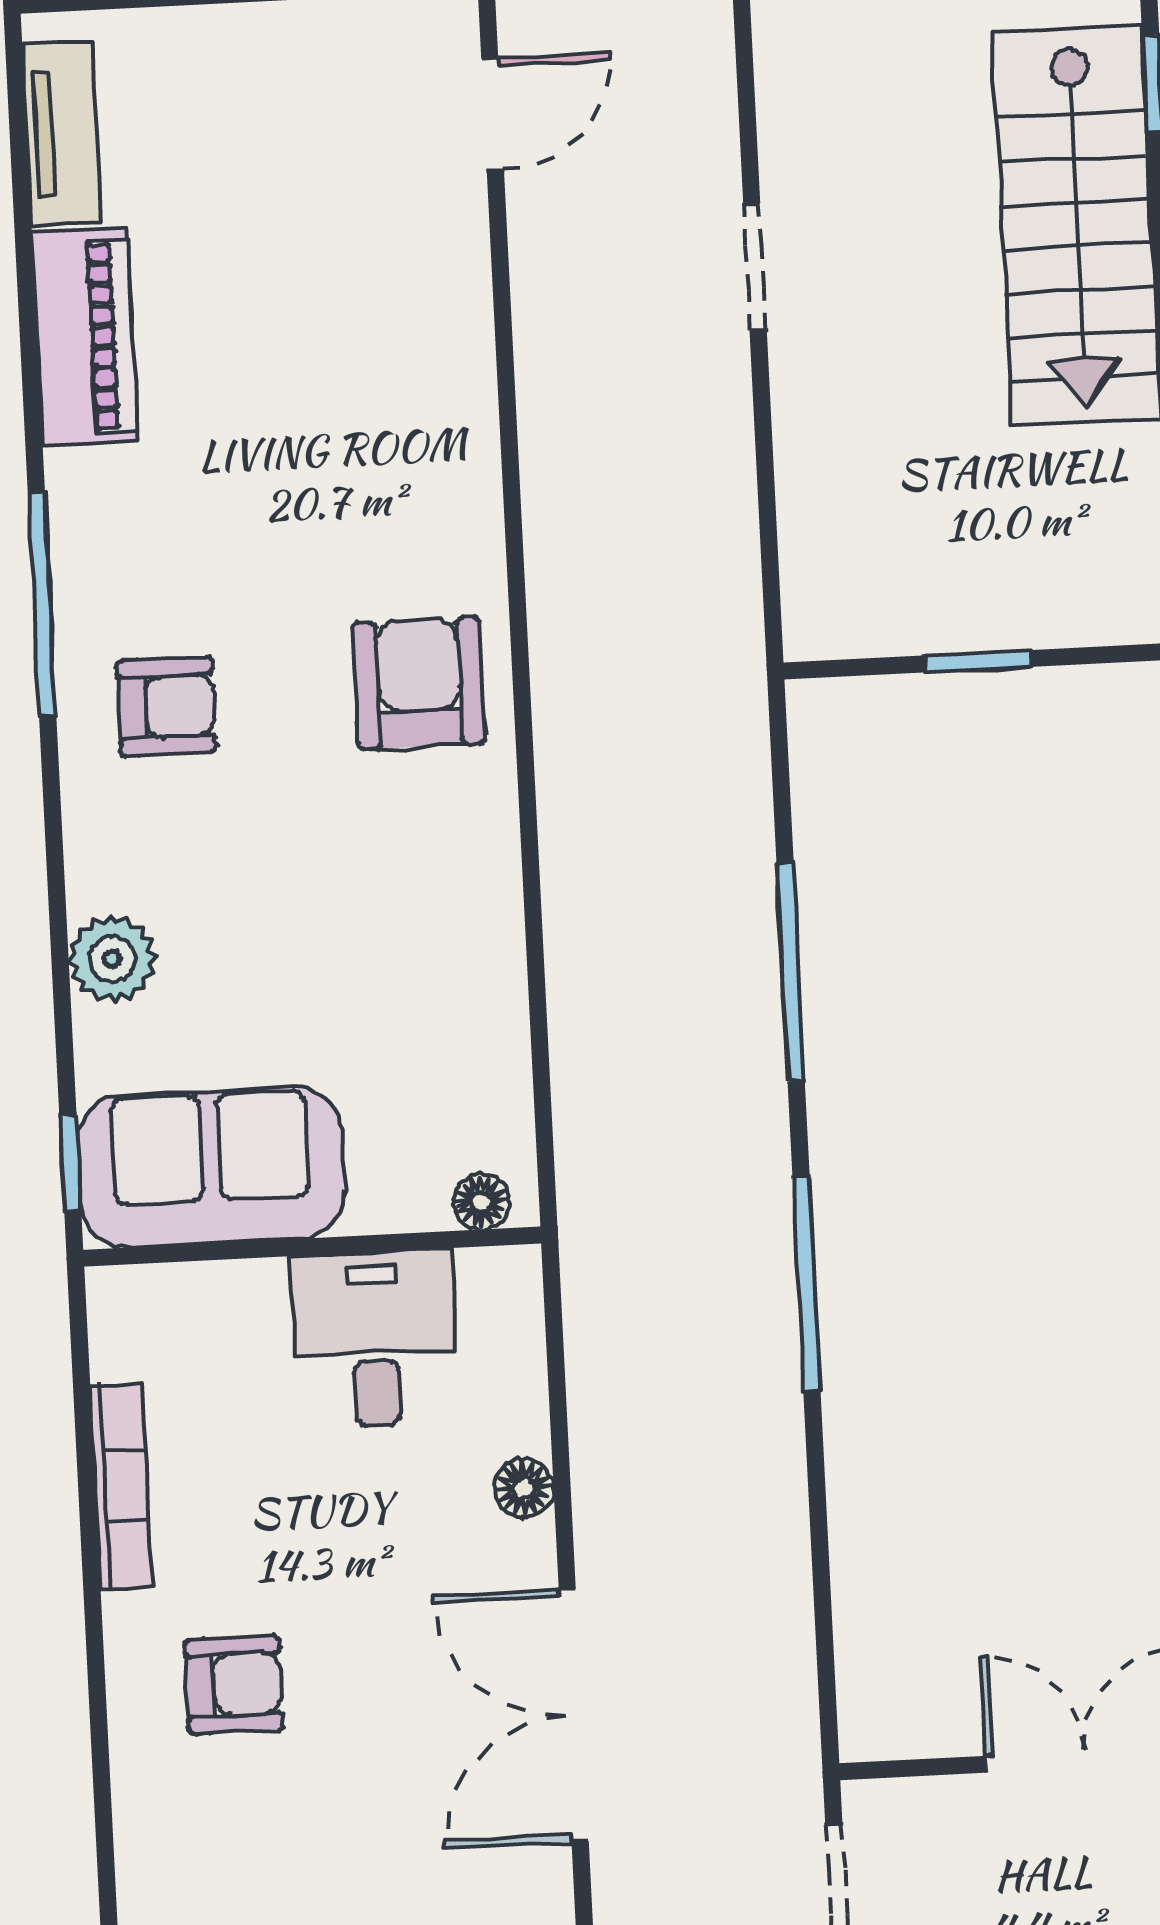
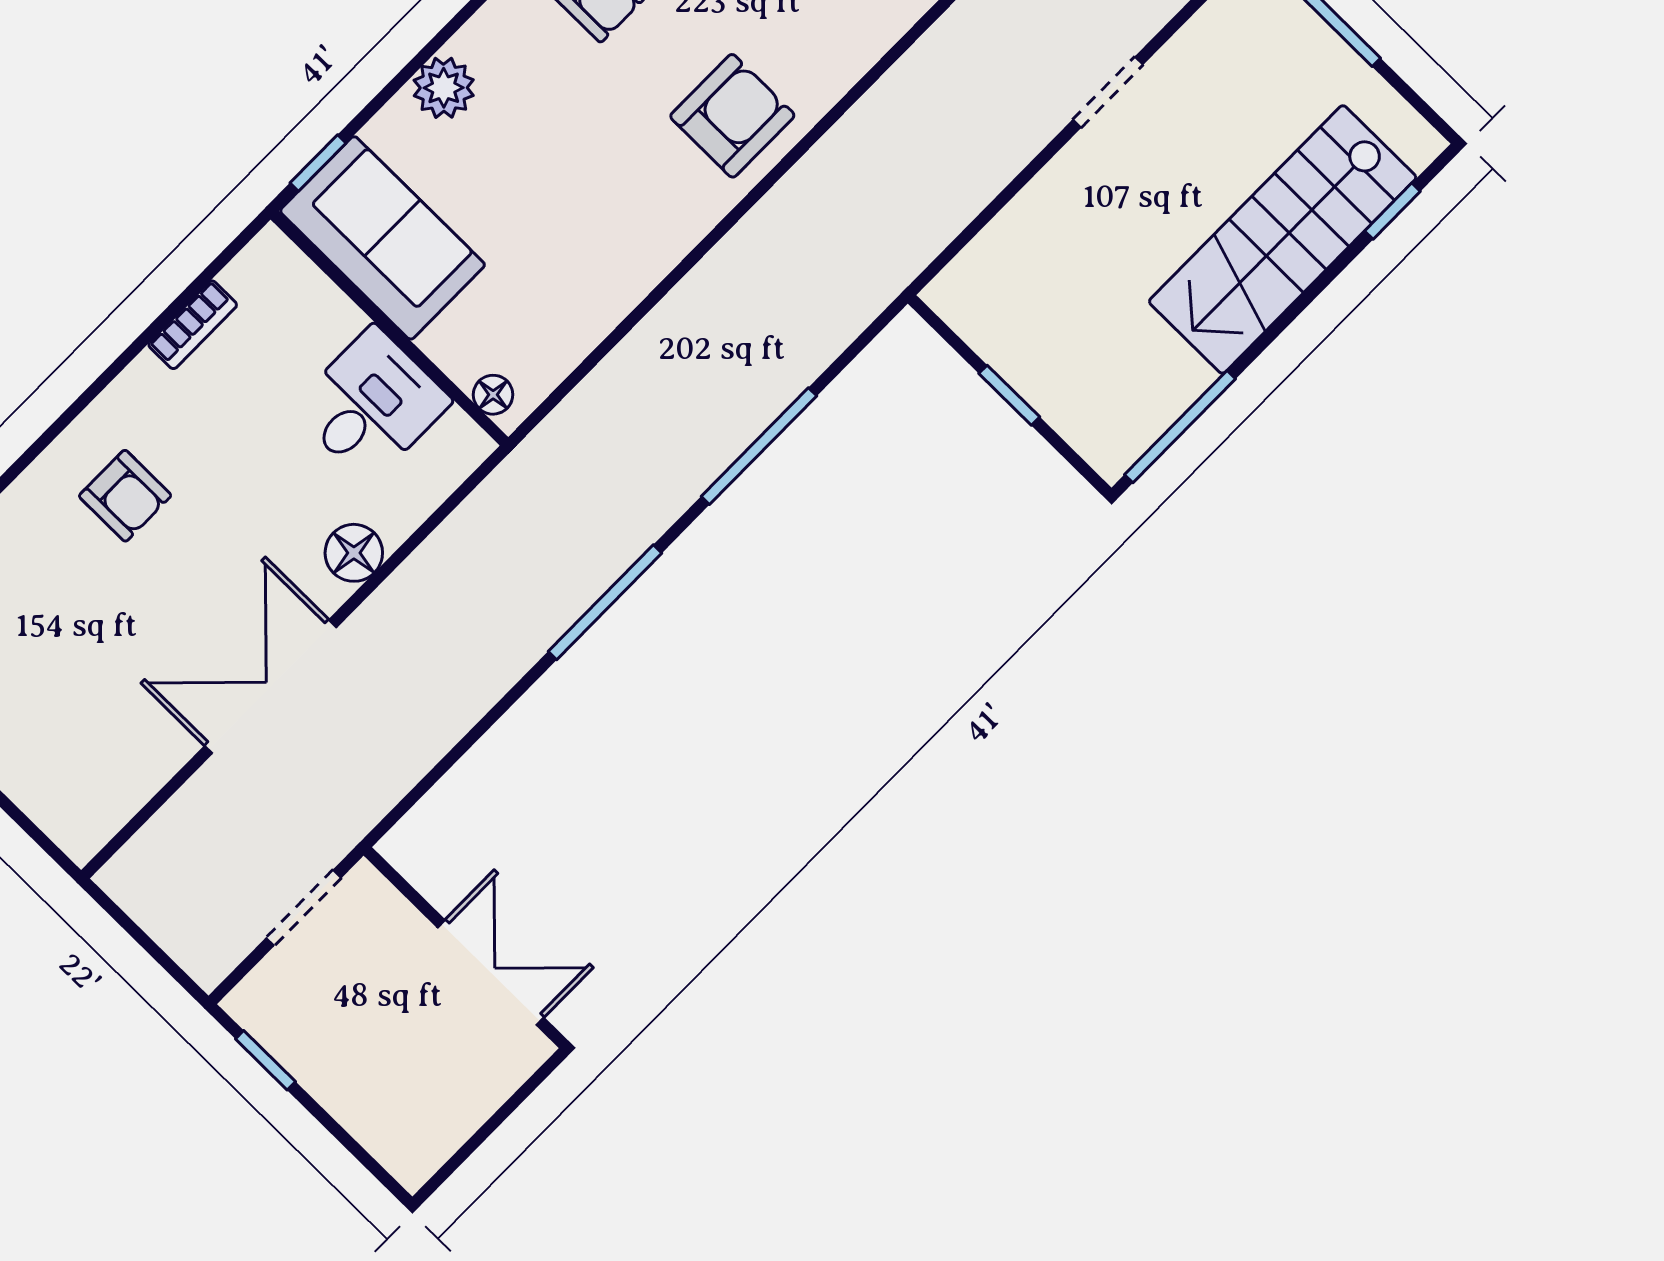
bookcase: (121, 1486) -> (193, 325), width x0.64
floor lamp: (524, 1488) -> (354, 553), width x1.37, depth x1.37

